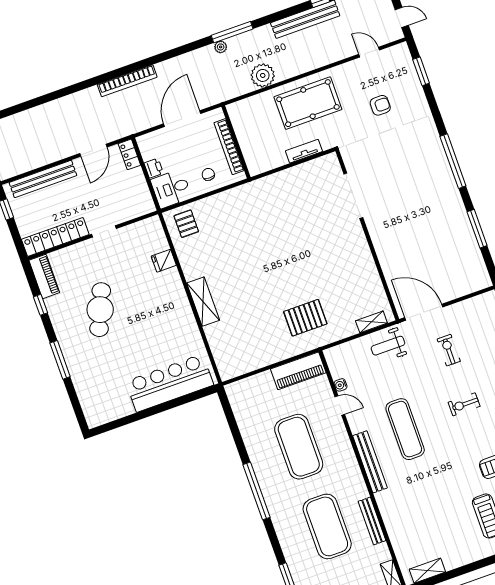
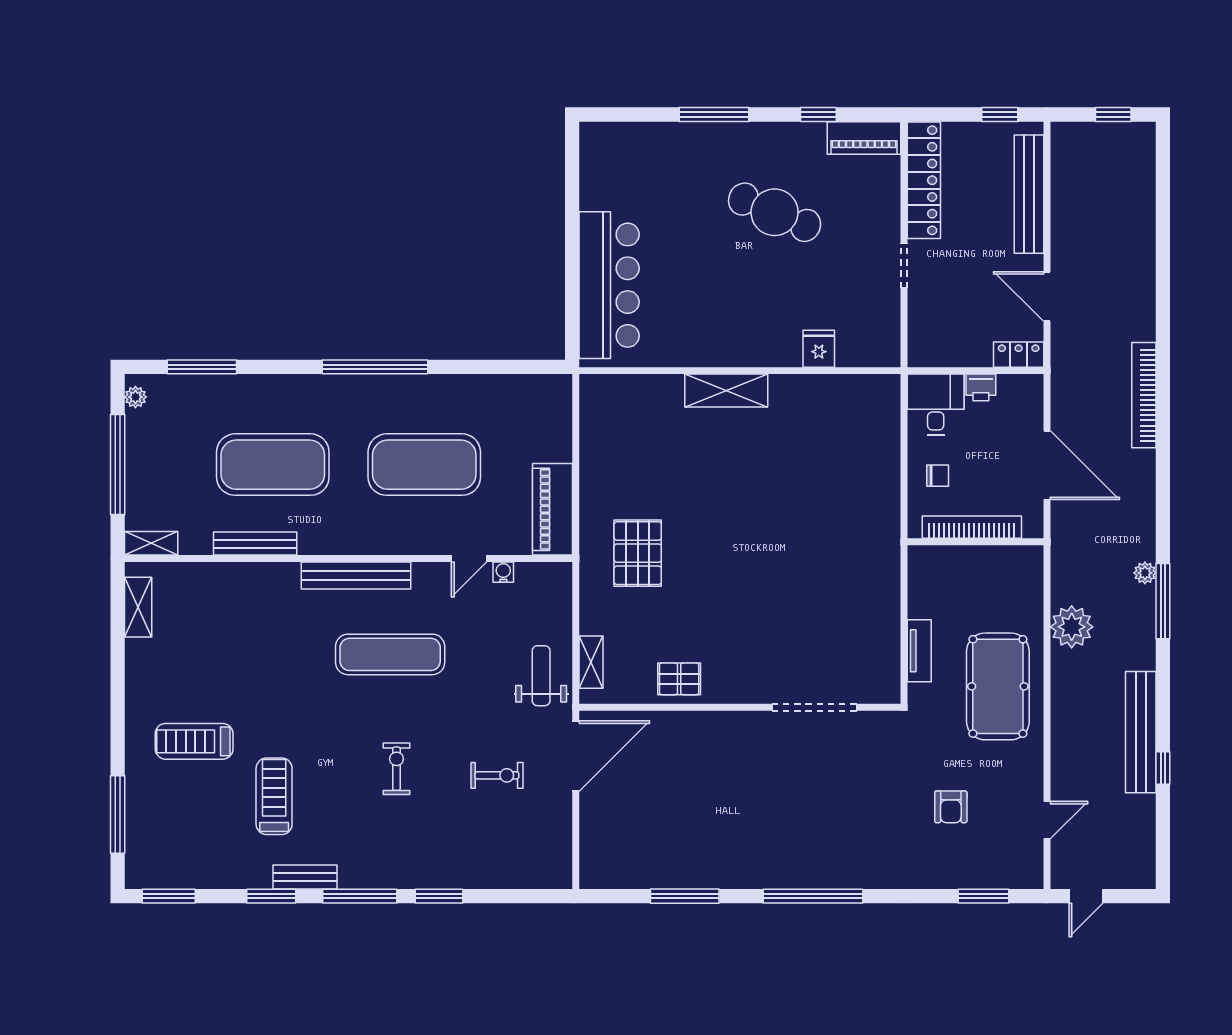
pallet: (186, 224) -> (679, 679), moved

